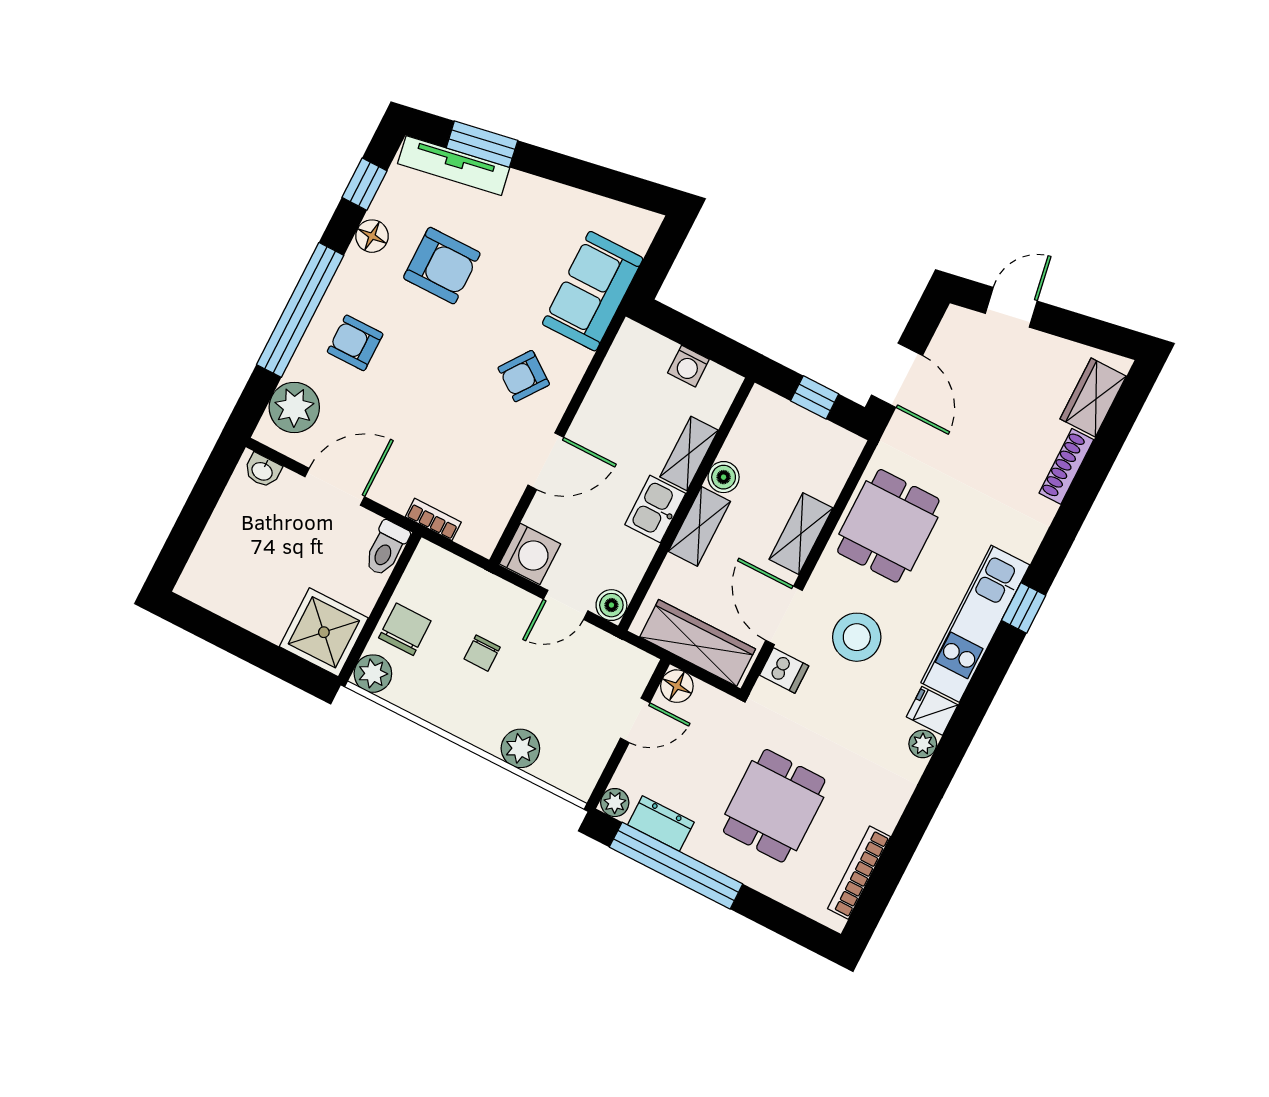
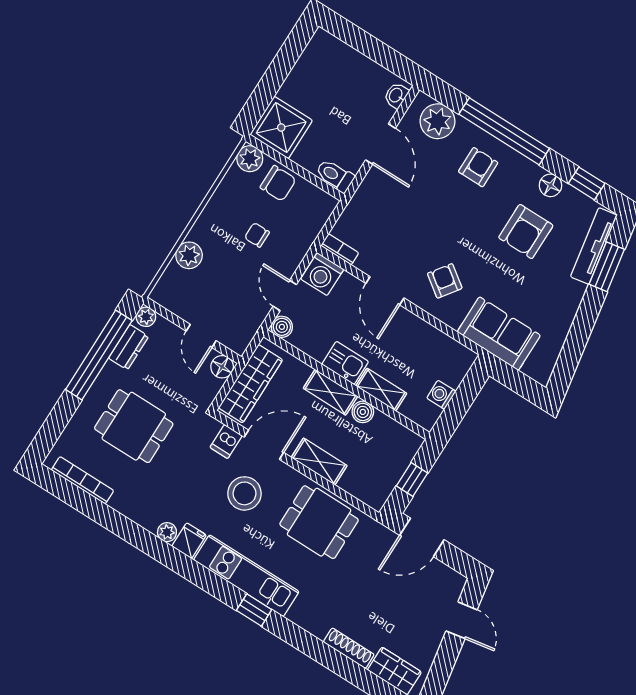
bookcase: (433, 519) -> (340, 249), moved, turned -90

